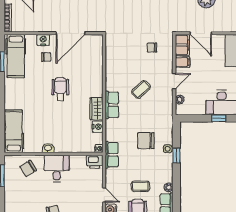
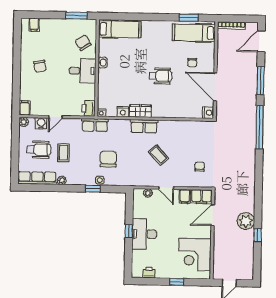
nightstand: (43, 40) -> (208, 113), moved

